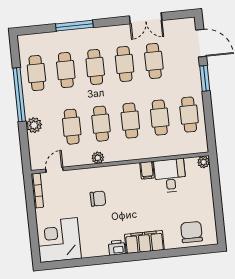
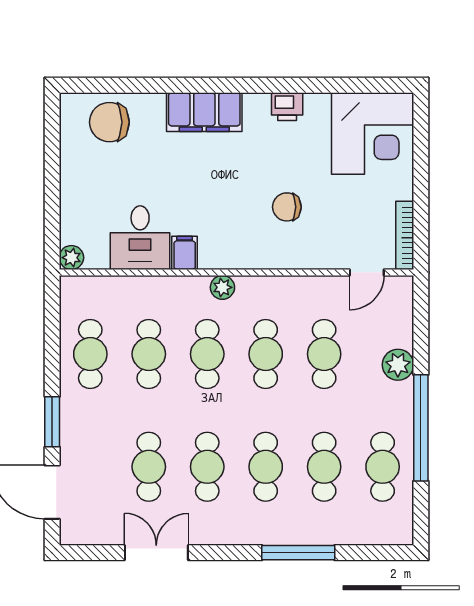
plant: (98, 158) -> (222, 287), moved
chair: (192, 232) -> (109, 122), turned 90
printer: (117, 248) -> (287, 107), moved

